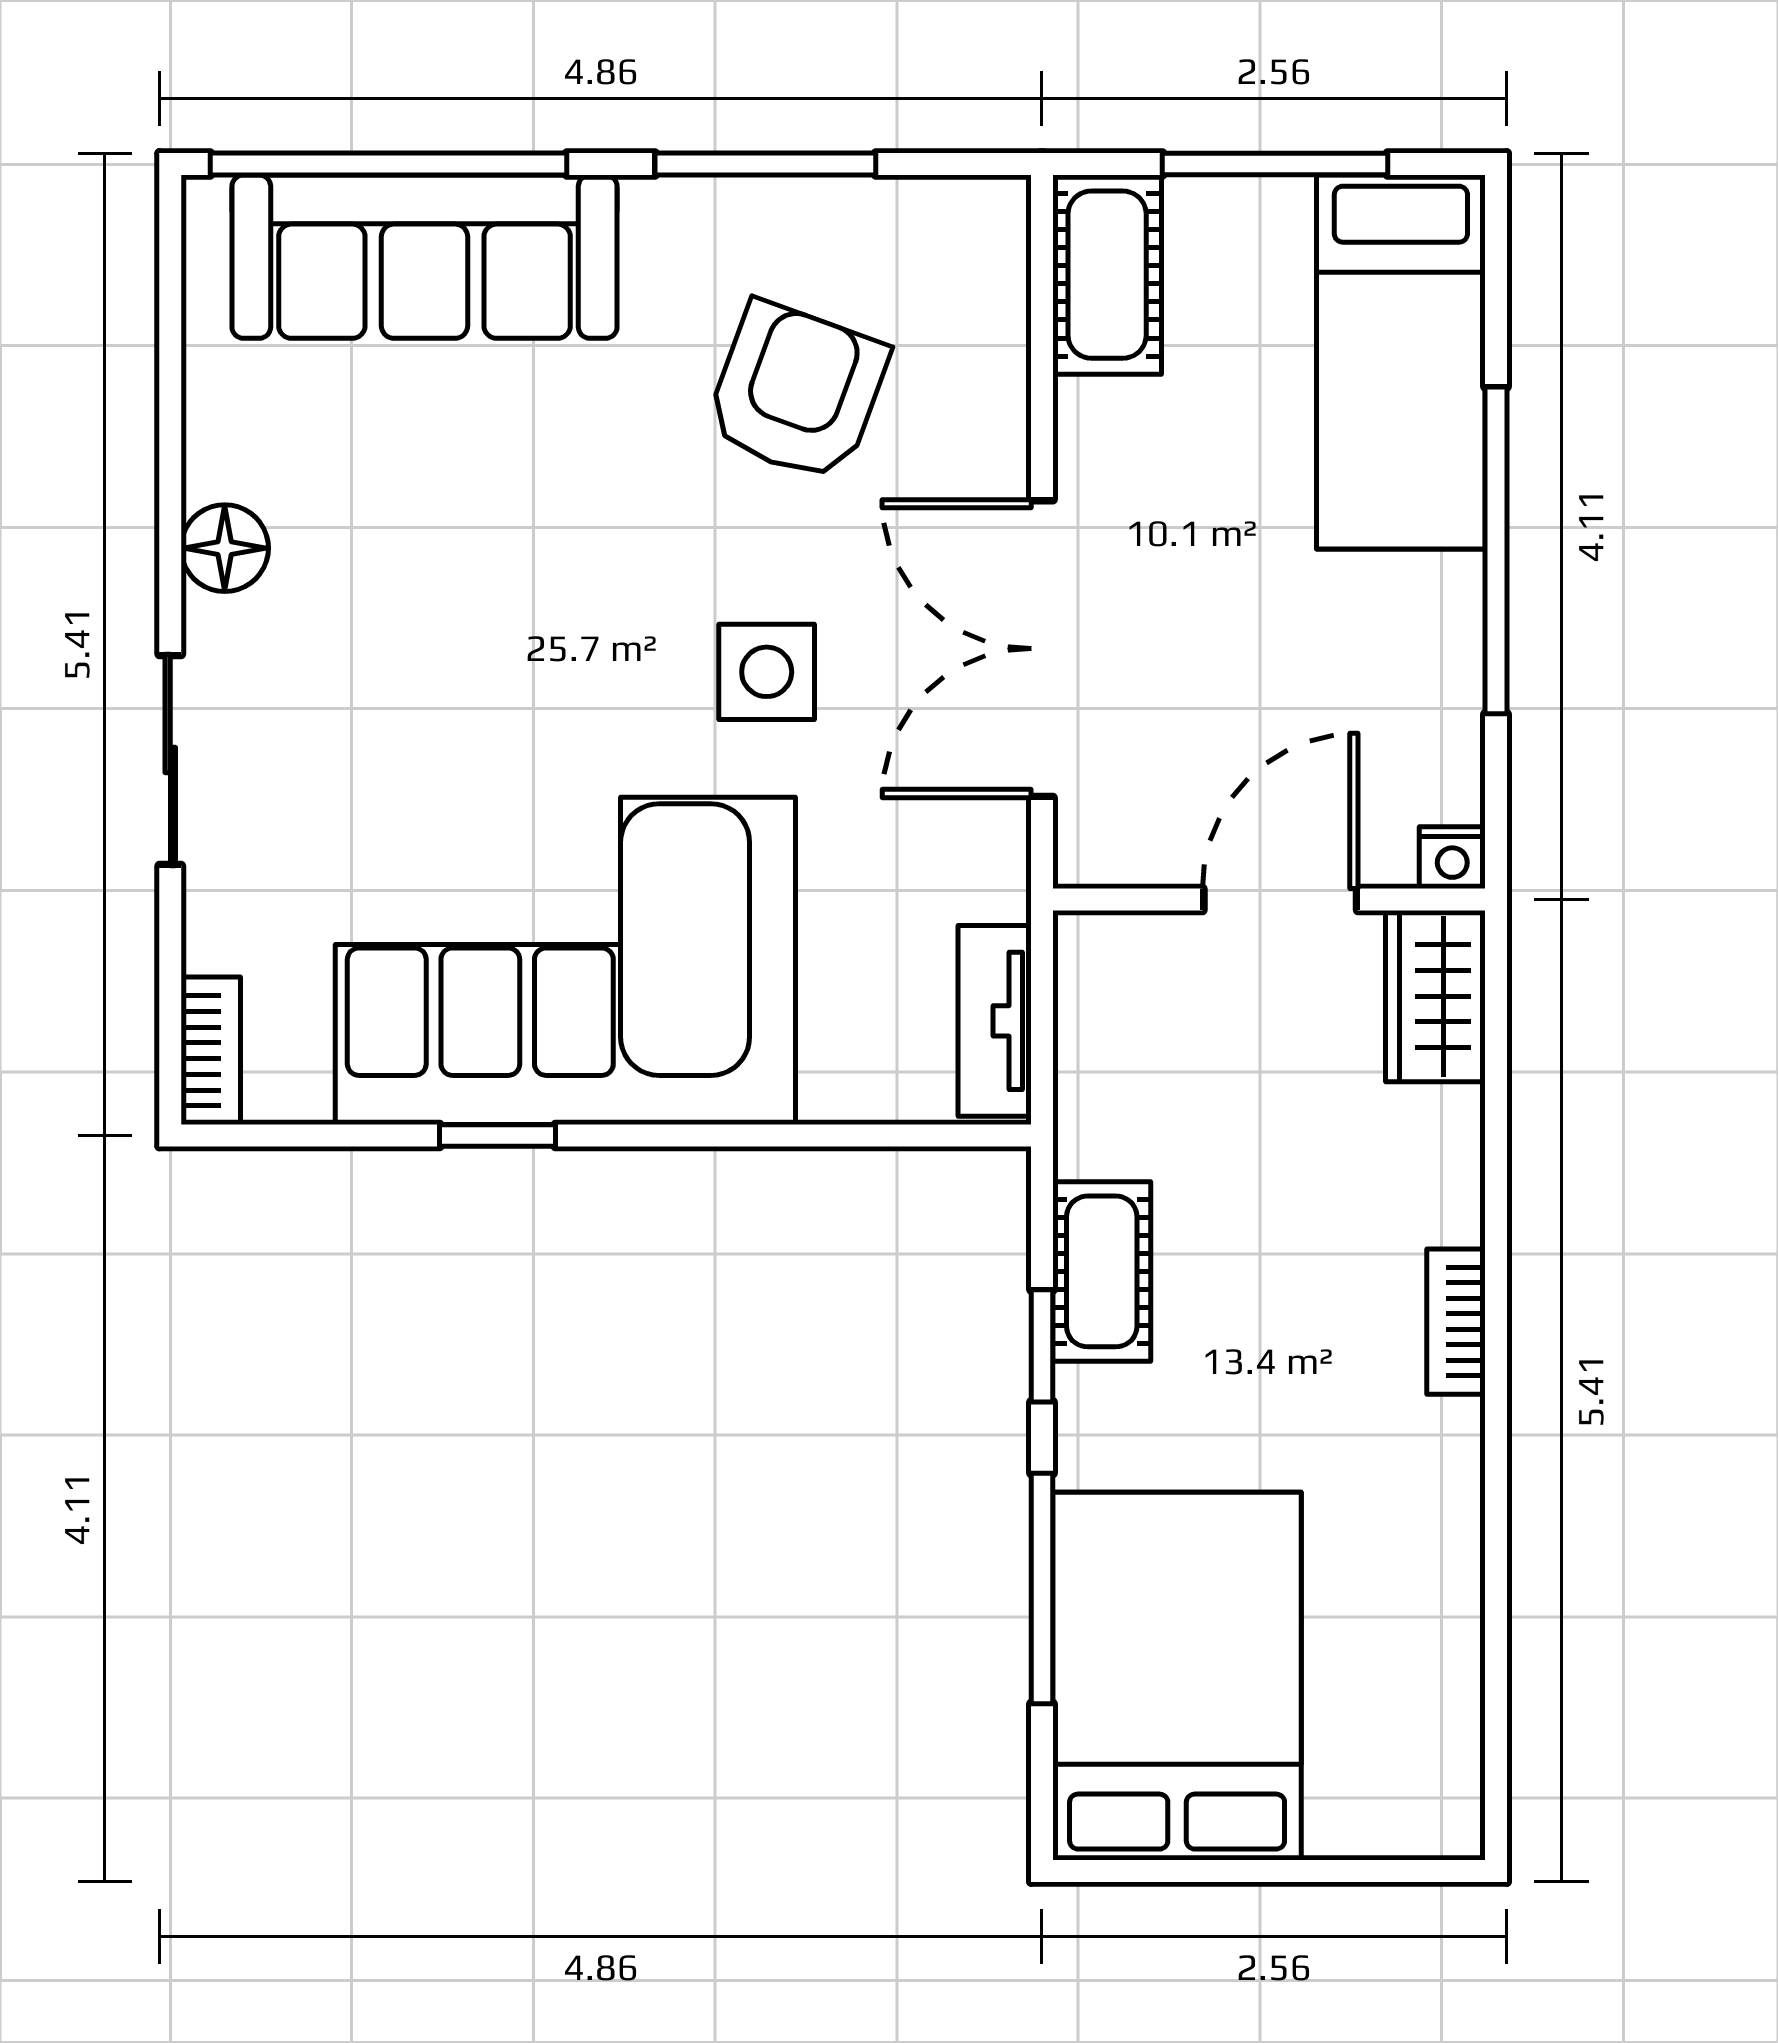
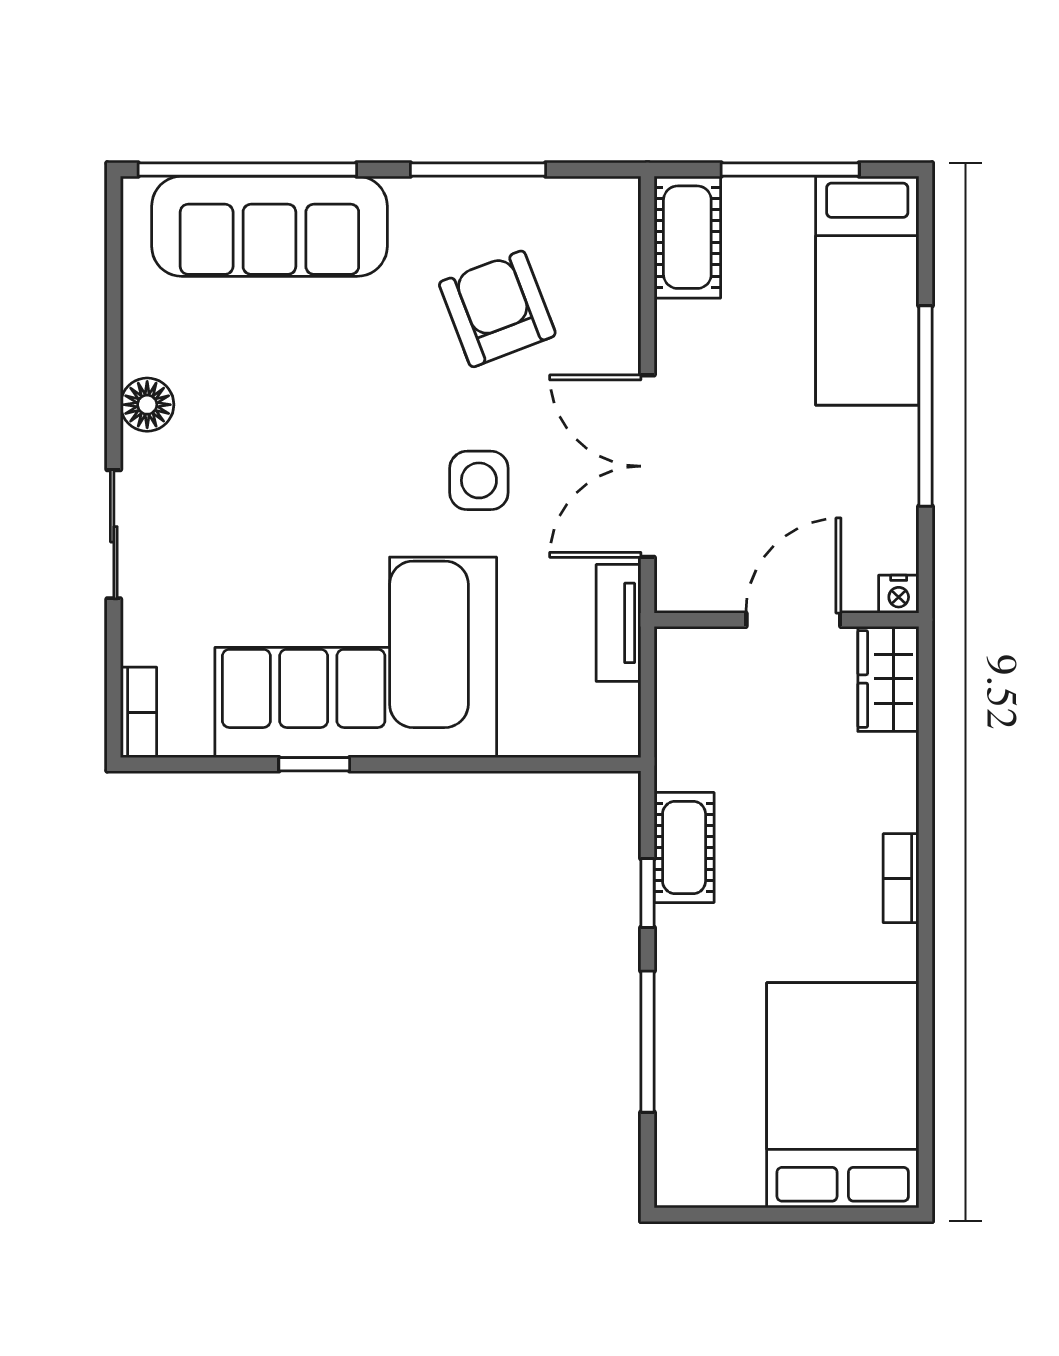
armchair: (797, 392) -> (497, 309), turned -41
tv unit: (995, 1021) -> (618, 623), moved
bed: (1177, 1676) -> (843, 1095), moved

